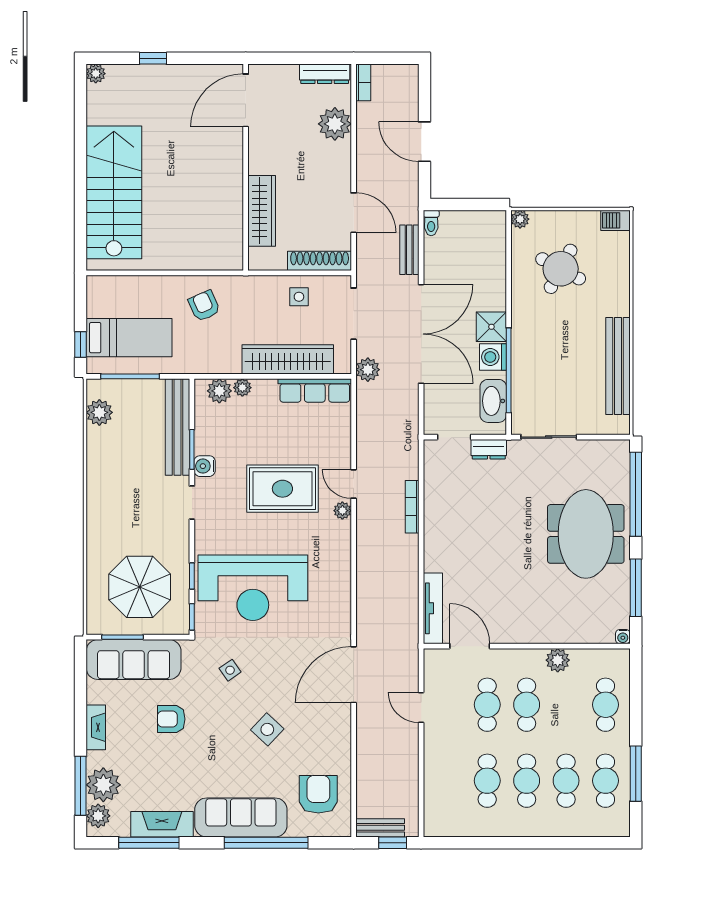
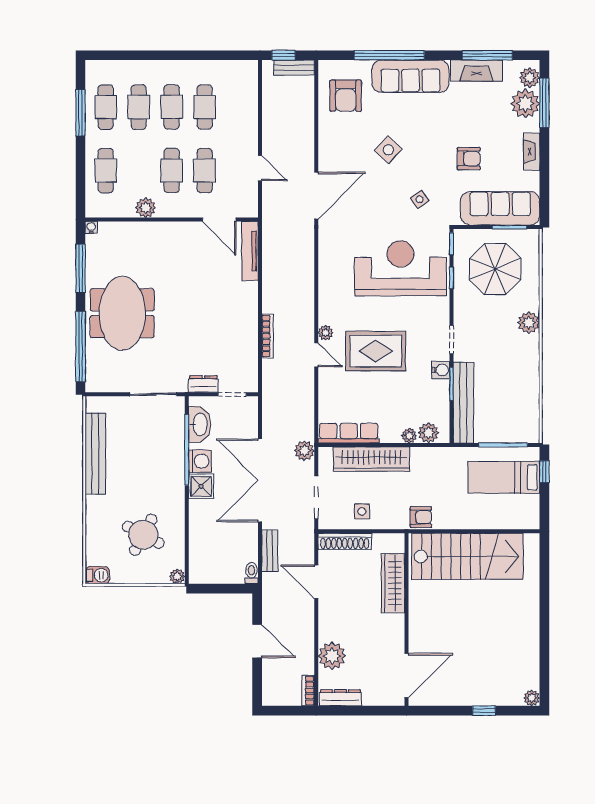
stairs: (114, 192) -> (467, 556), moved, turned -90
armchair: (204, 306) -> (421, 517), moved, turned -66
plant: (99, 412) -> (529, 323), moved

